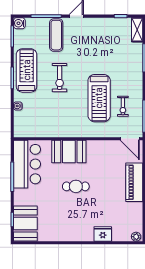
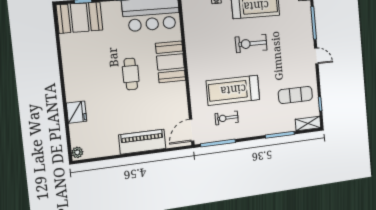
exercise mat: (56, 35) -> (295, 95), moved

